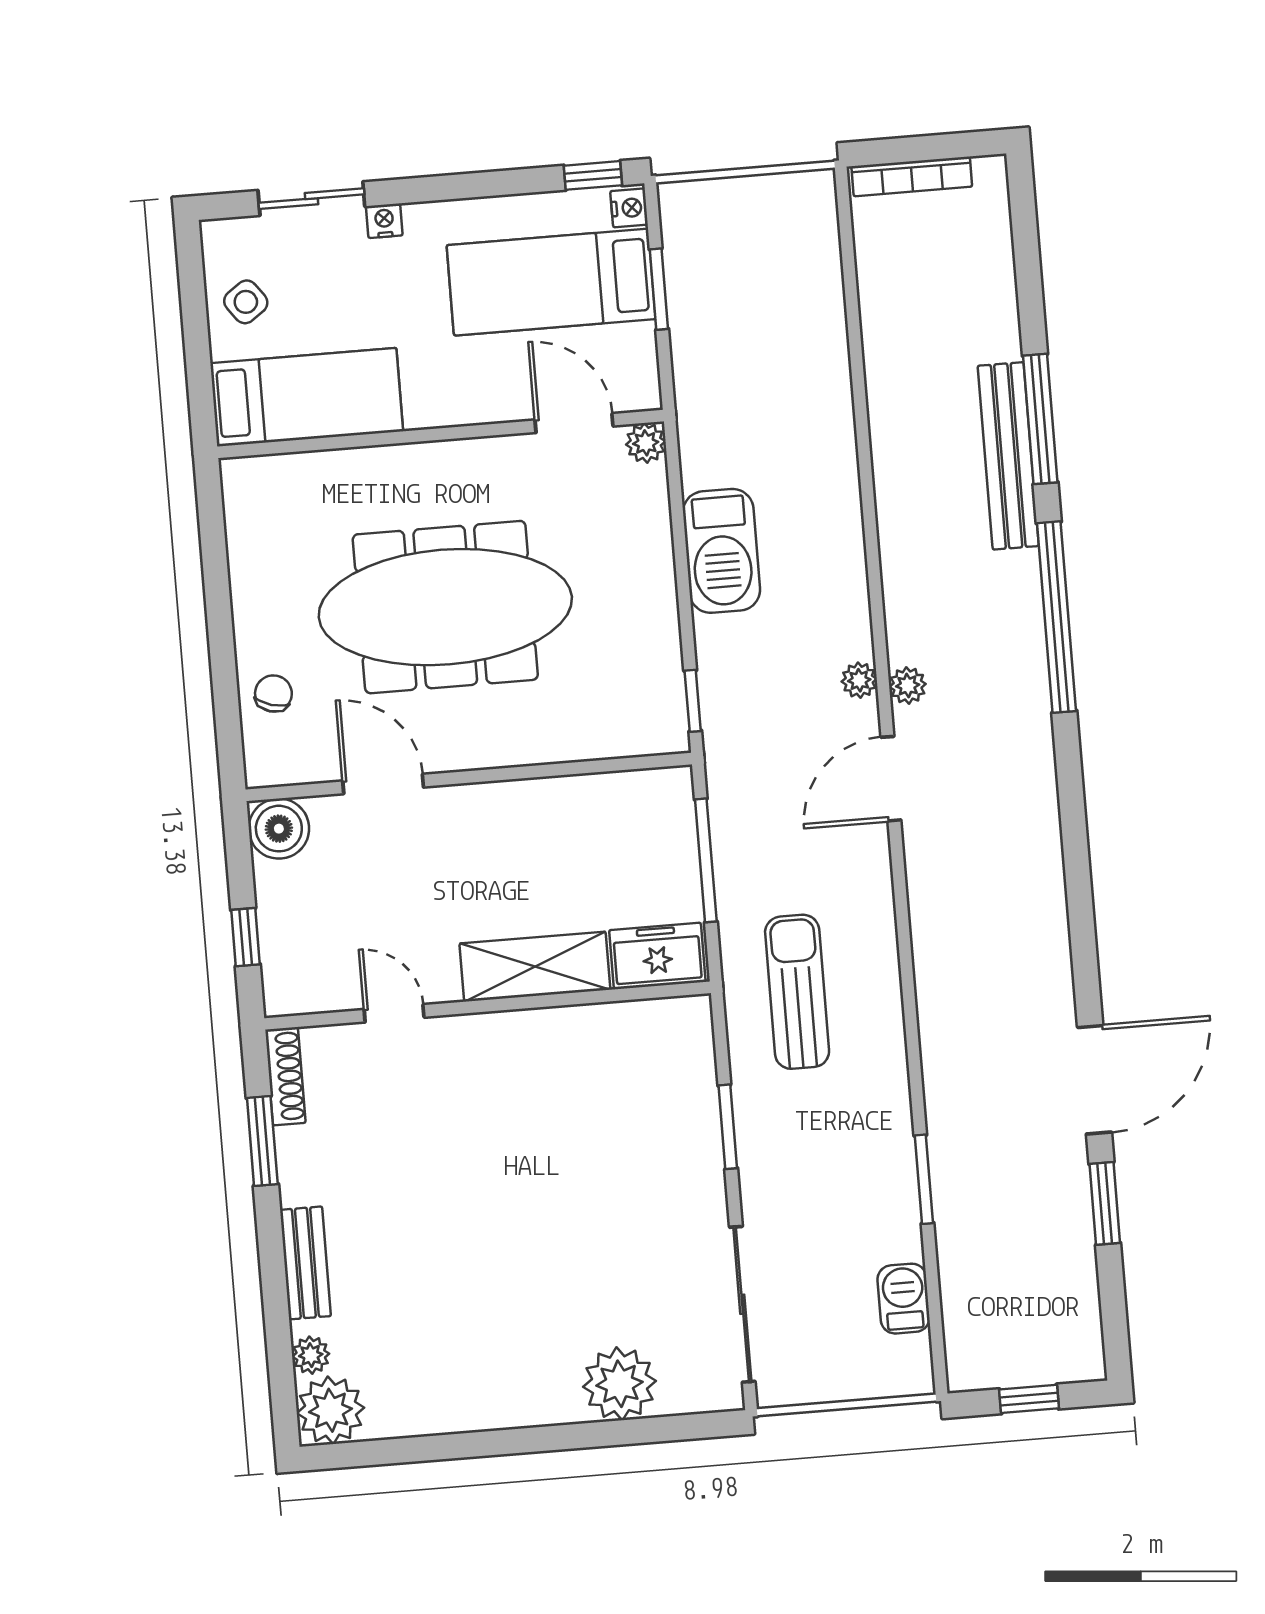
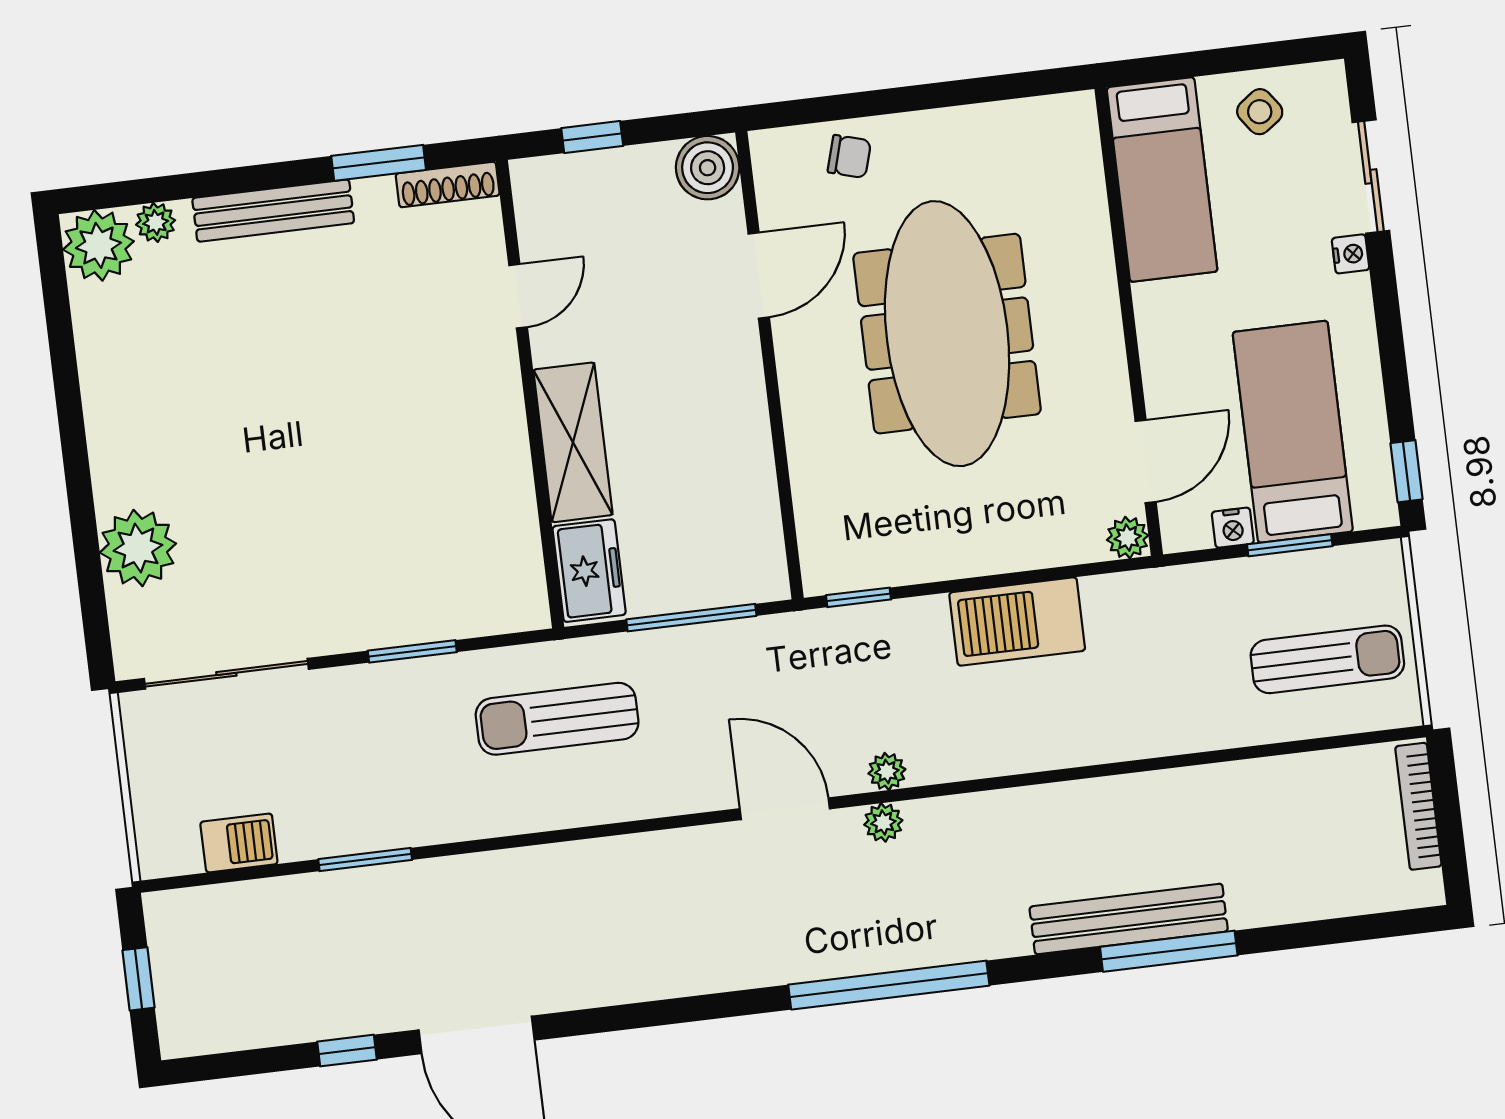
nightstand: (629, 208) -> (1233, 528), moved
sun lounger: (769, 258) -> (1327, 659), added
window: (1057, 617) -> (889, 985), moved
sun lounger: (797, 992) -> (557, 719), turned 180
window: (1105, 1203) -> (347, 1051), width x0.67
bench: (305, 1263) -> (273, 211), width x1.36

